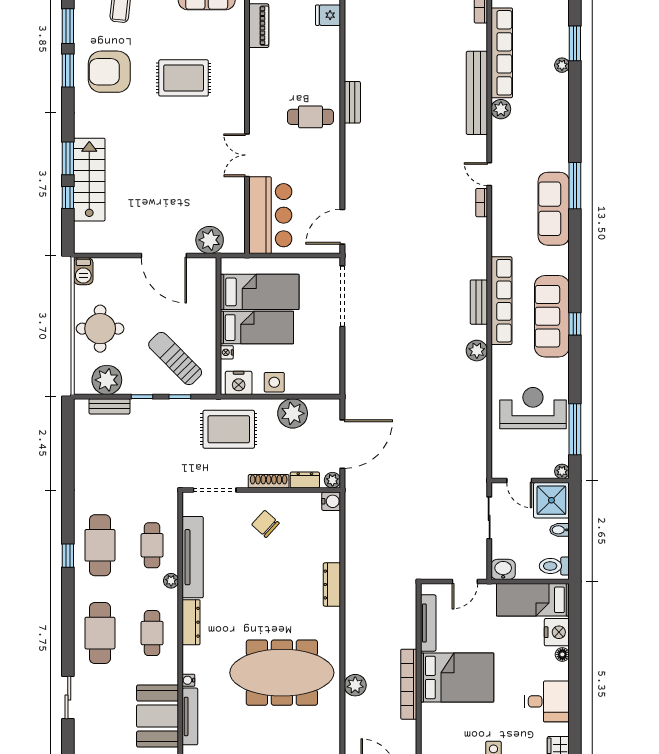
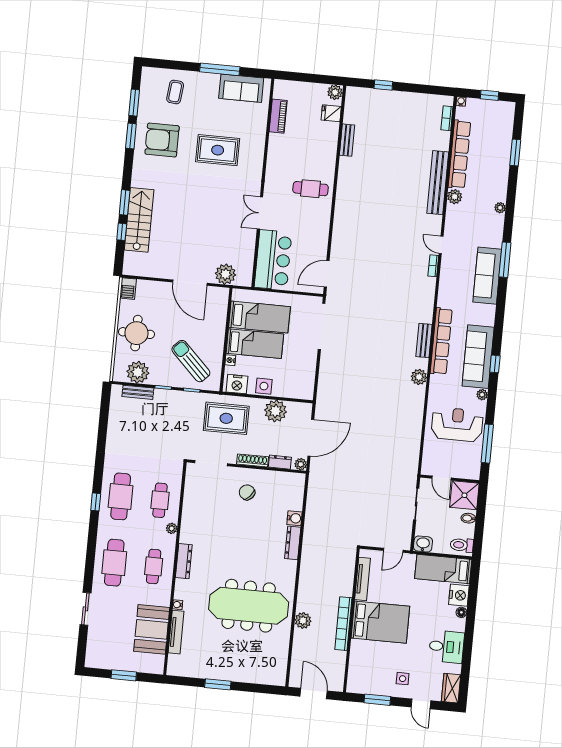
plant: (562, 65) -> (500, 208), moved
bench: (352, 102) -> (347, 140), moved
plant: (562, 471) -> (482, 395), moved
water cooler: (331, 501) -> (295, 518), moved
tv unit: (193, 557) -> (190, 512), removed

